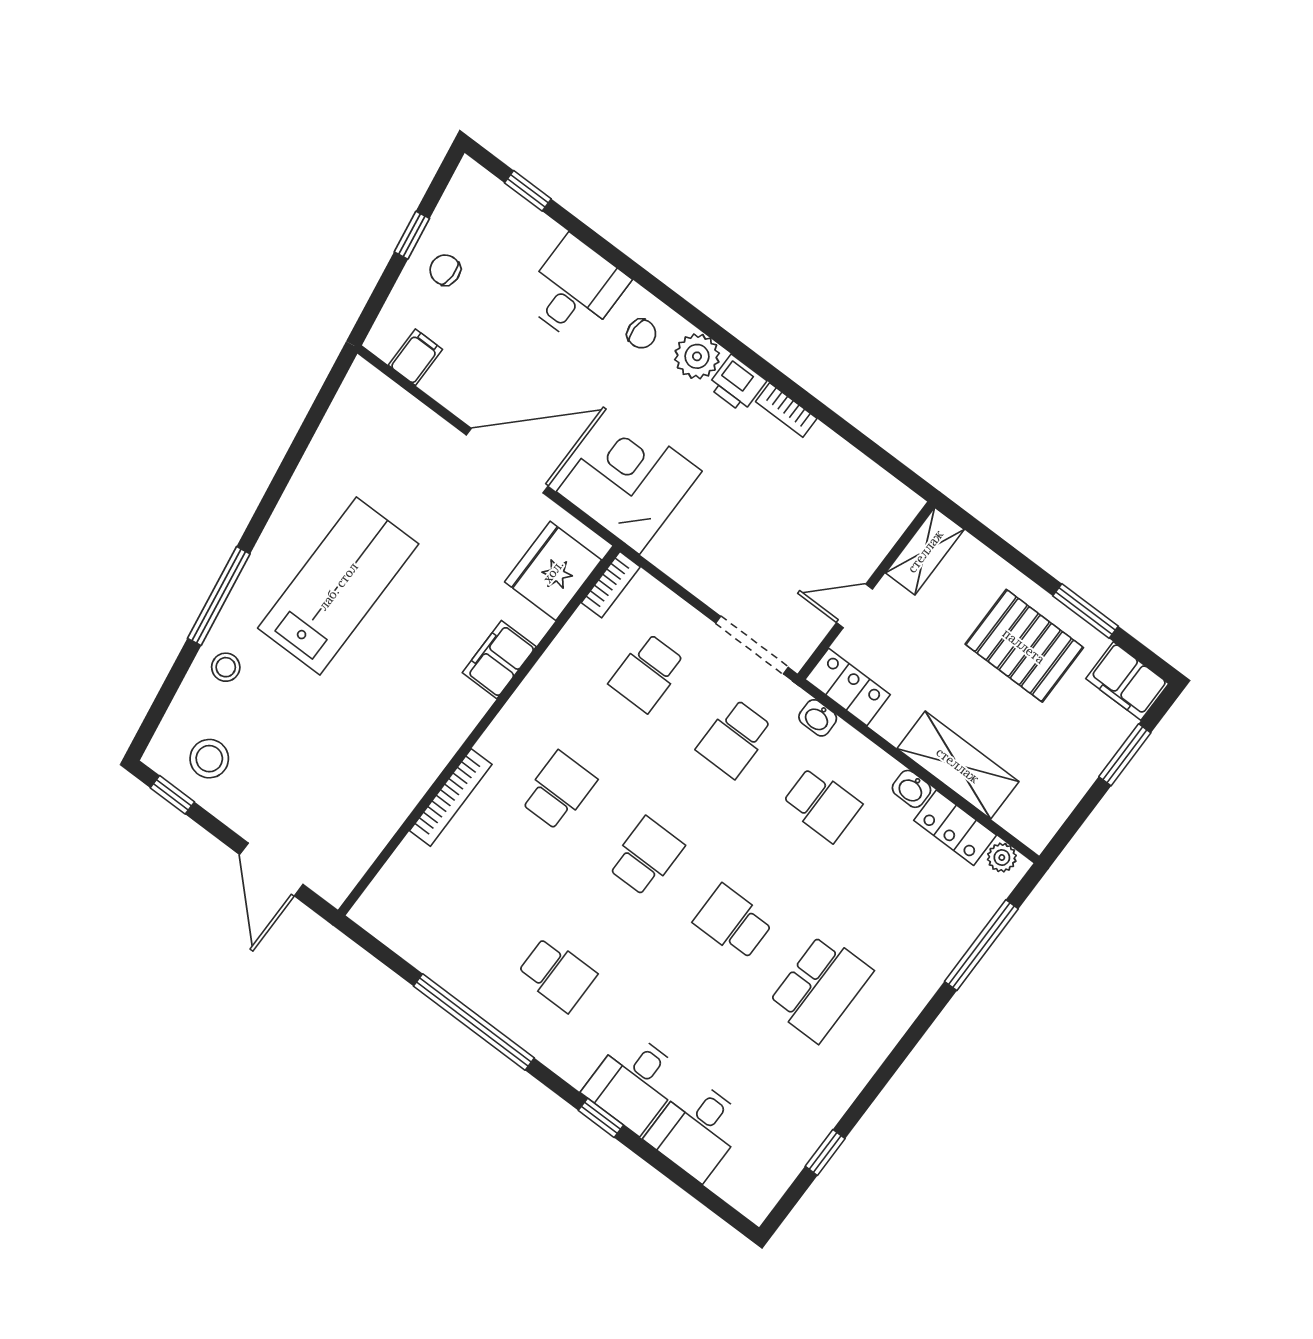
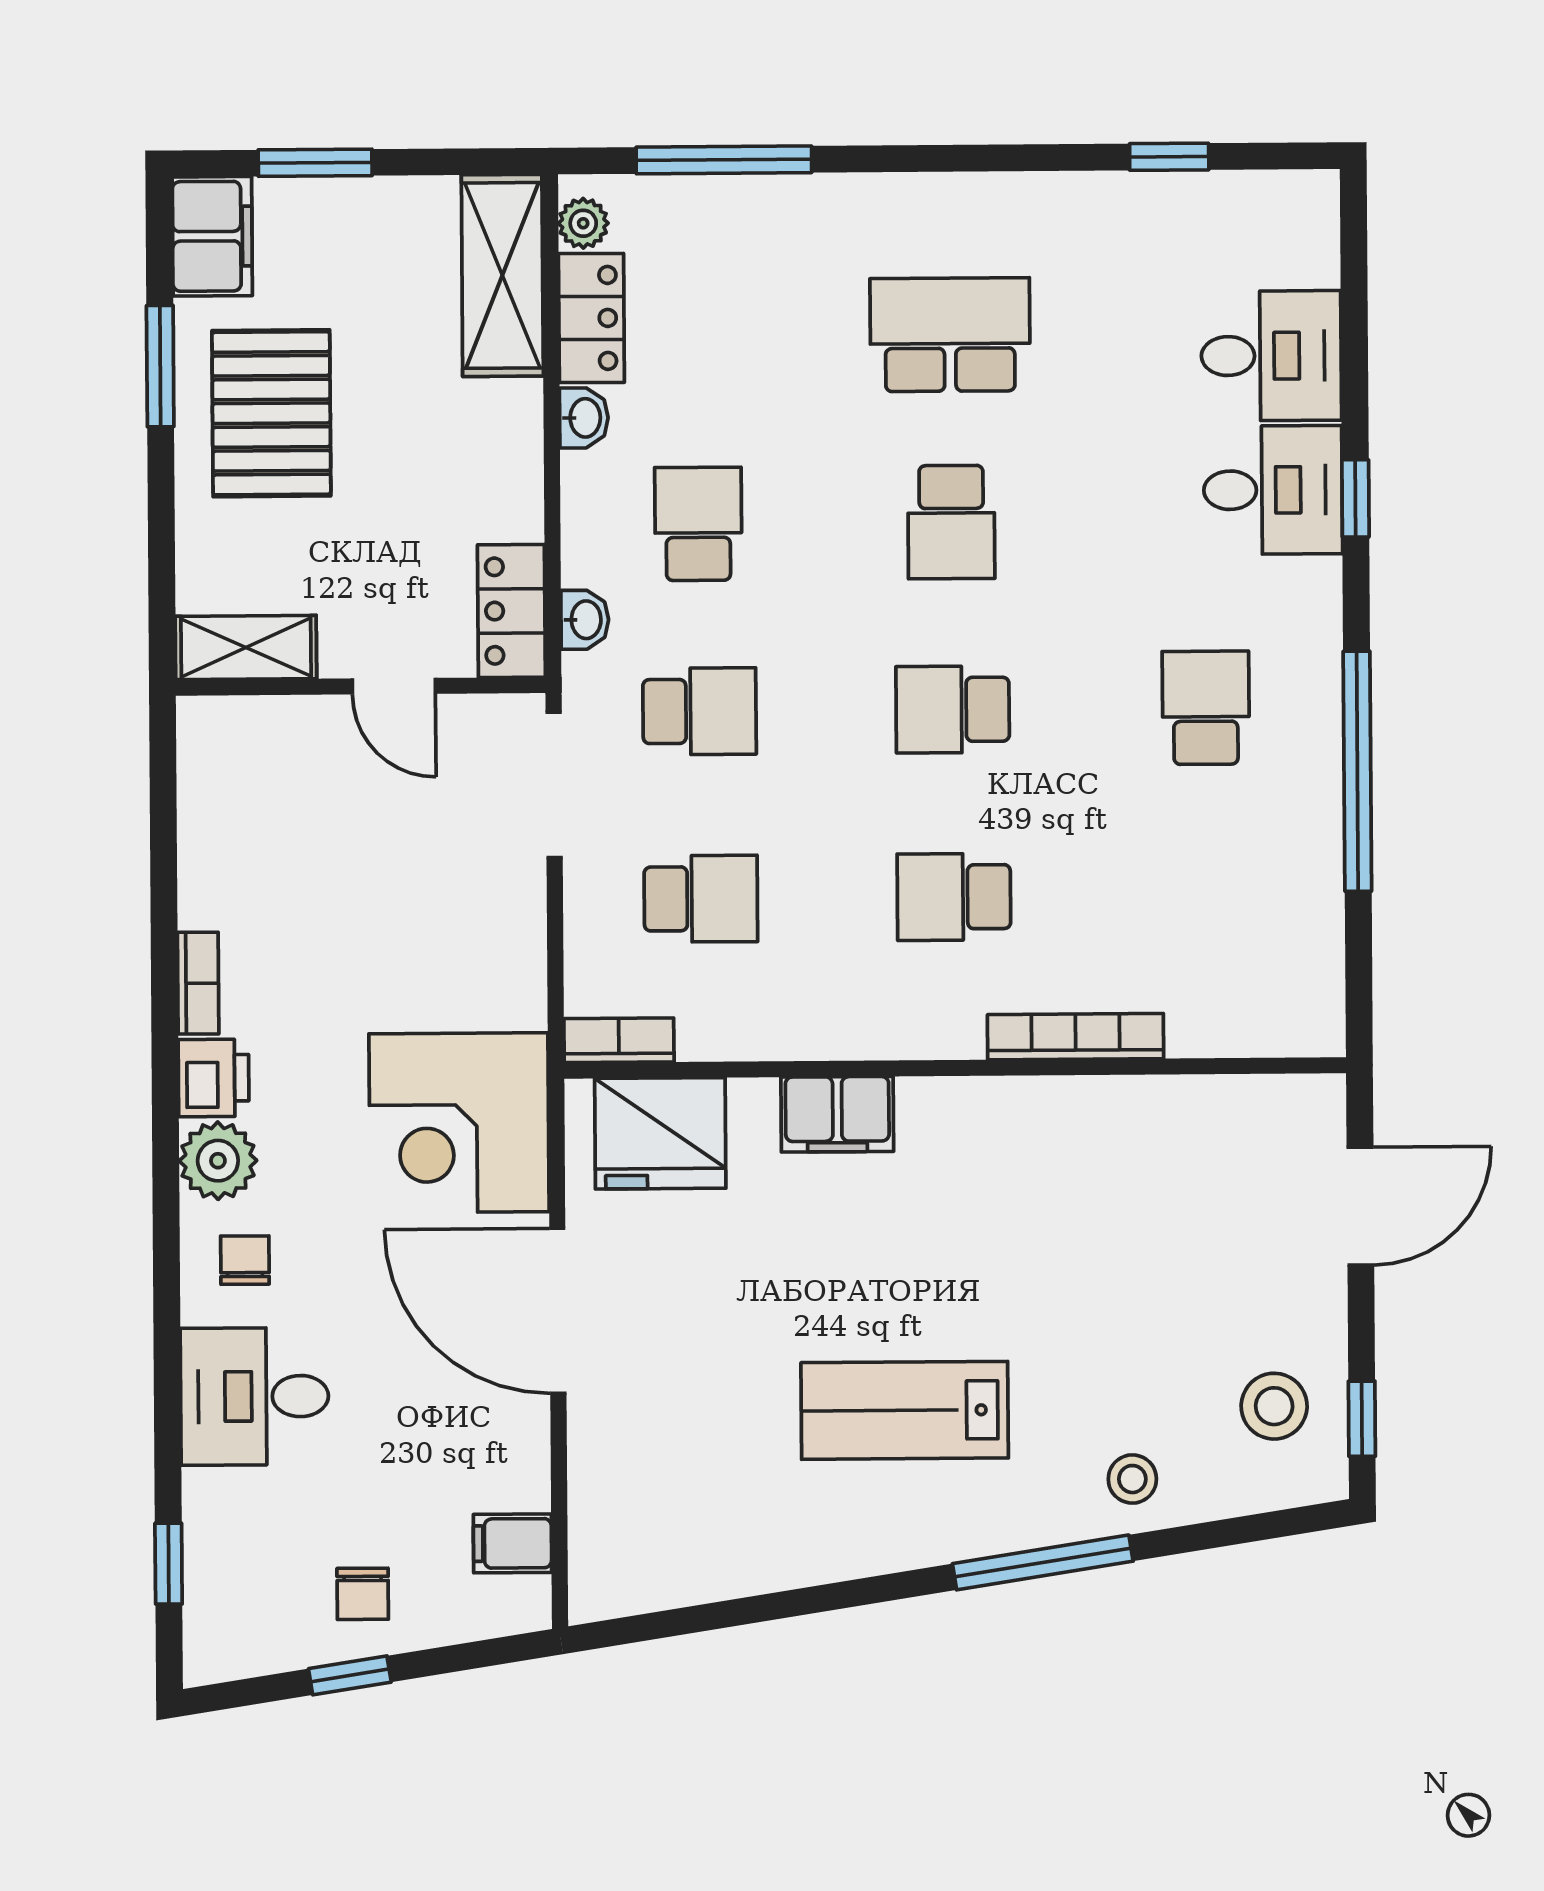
lab bench: (338, 586) -> (905, 1410), width x0.73, depth x0.72
shelving: (958, 765) -> (502, 275), moved

